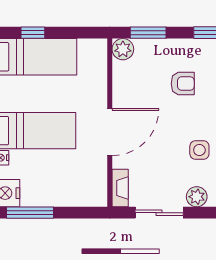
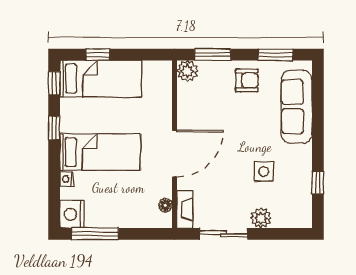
armchair: (183, 84) -> (247, 80), moved
floor lamp: (101, 184) -> (165, 205), added

